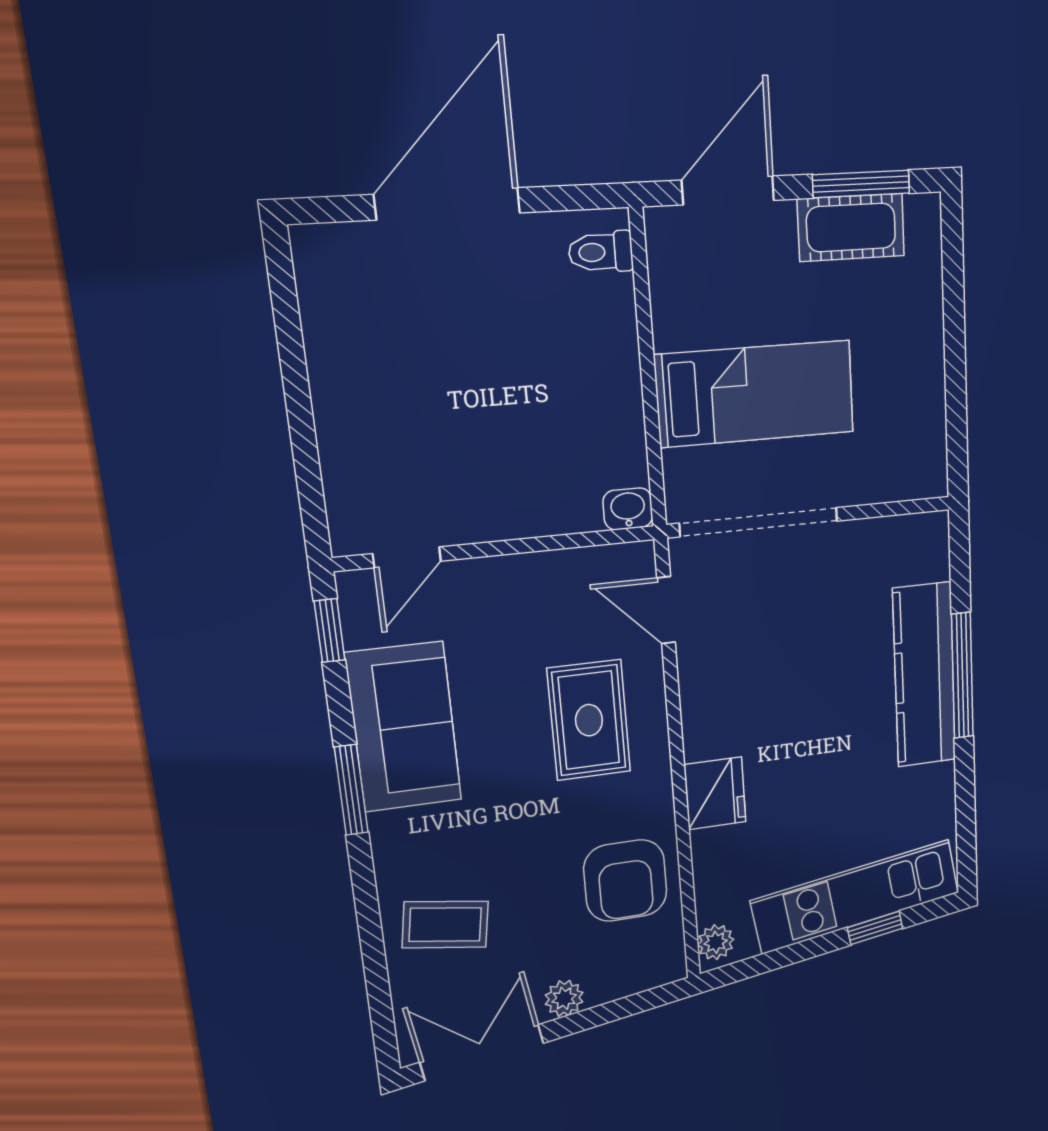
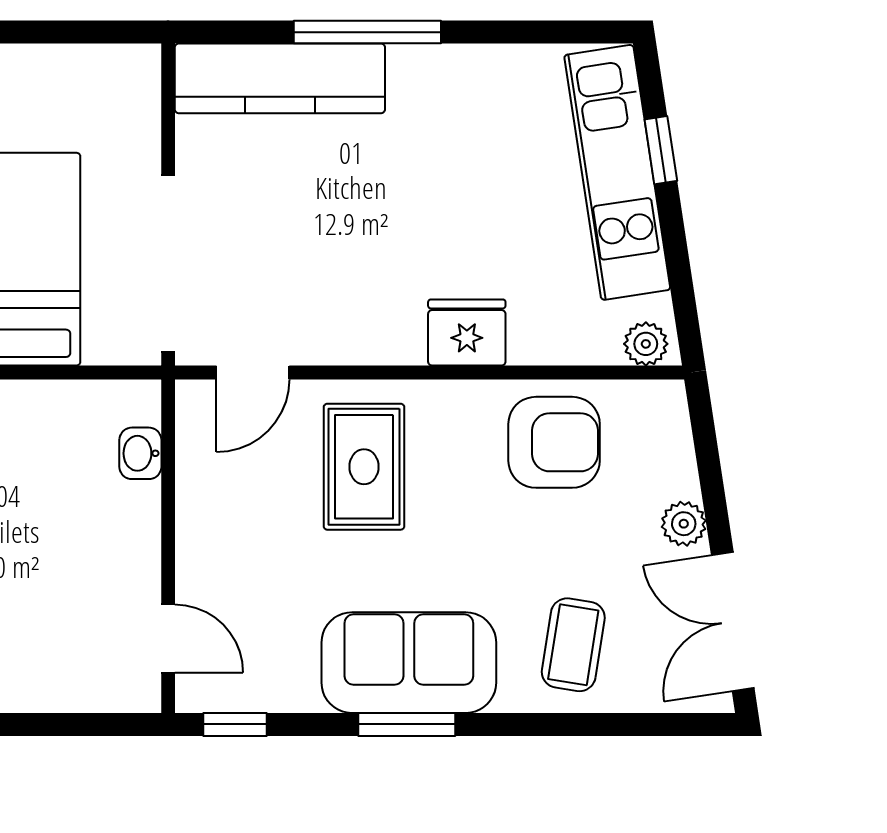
washbasin: (628, 509) -> (140, 453), moved
kitchen counter: (924, 675) -> (280, 78), moved
rug: (589, 720) -> (364, 467), turned 90
sofa: (404, 727) -> (409, 663), moved

